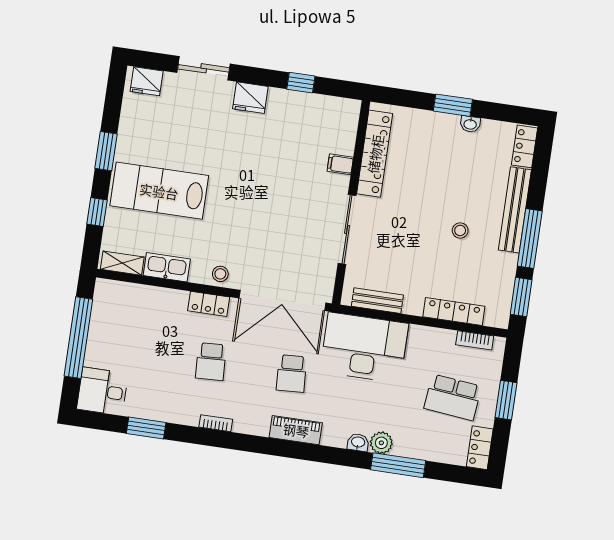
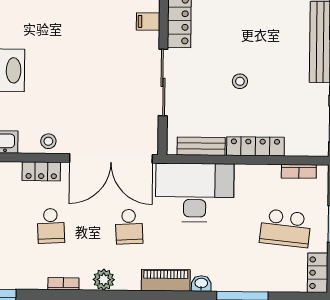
stool: (460, 230) -> (240, 81), moved
locker: (454, 311) -> (255, 146), moved
piano: (296, 430) -> (166, 280), moved
plant: (381, 443) -> (104, 280), moved

